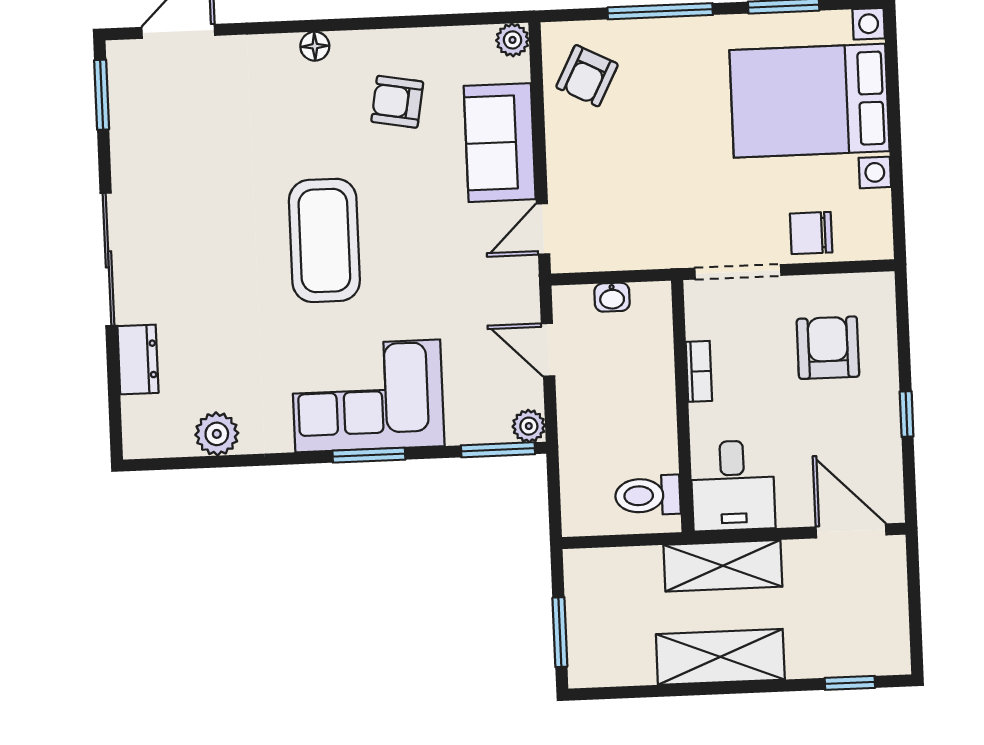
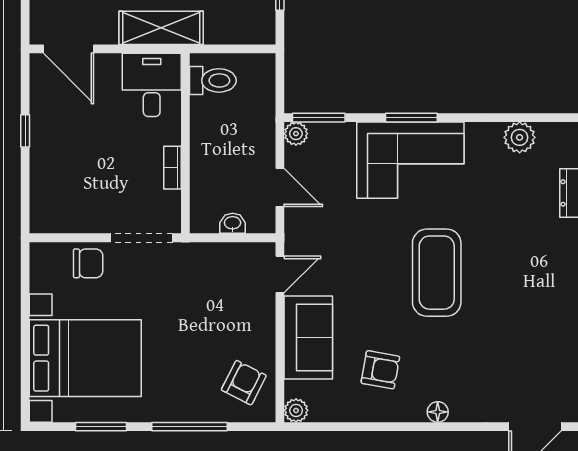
armchair: (828, 348) -> (79, 181), removed

